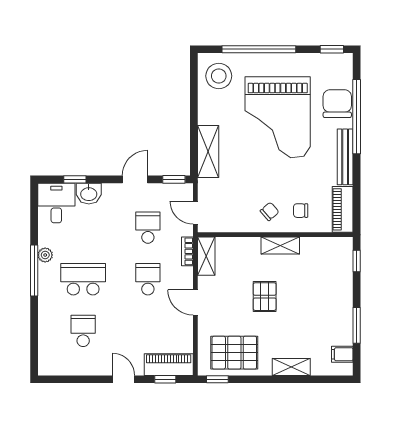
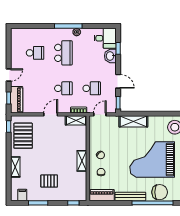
pallet: (265, 297) -> (49, 181), moved

